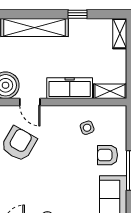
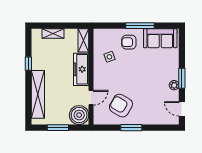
shelving: (120, 34) -> (53, 33), moved
armchair: (108, 155) -> (129, 42), turned 90

